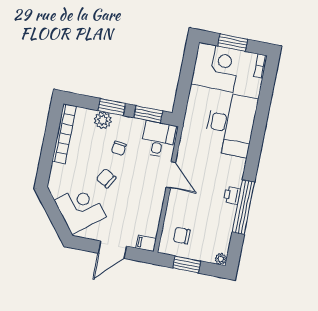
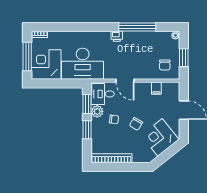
window: (233, 43) -> (27, 56), width x1.44
plant: (103, 120) -> (97, 111), moved
desk: (231, 124) -> (83, 64), moved, turned 180
door: (171, 175) -> (125, 81), swing flipped
printer: (232, 195) -> (117, 36), moved
filing cabinet: (146, 243) -> (156, 88), moved

